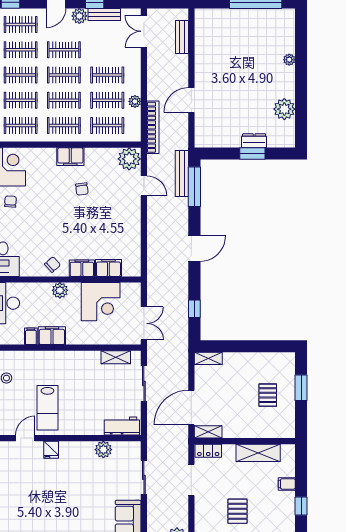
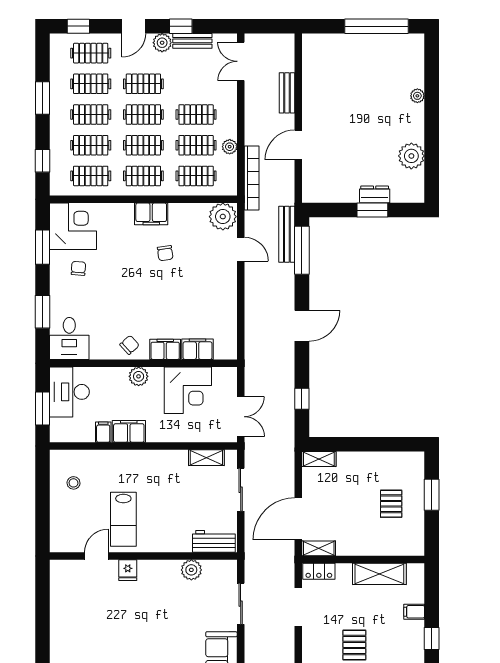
bench: (182, 37) -> (287, 93), moved

